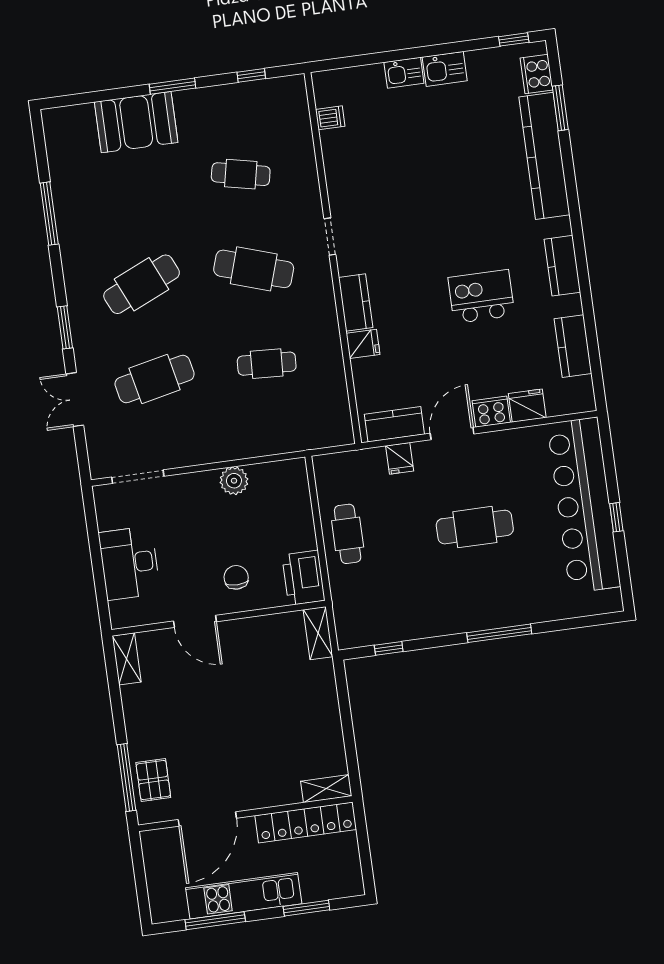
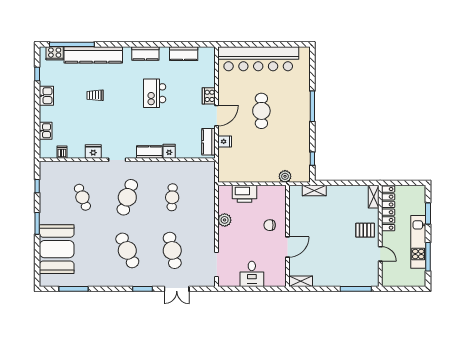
window: (514, 39) -> (37, 74), moved
kitchen sink: (404, 73) -> (46, 131), moved
window: (560, 108) -> (72, 44), width x2.11
booth: (136, 122) -> (57, 249), width x1.36, depth x1.42
trolley: (460, 172) -> (95, 95), added
cafe table: (241, 174) -> (82, 197), turned -33
window: (49, 214) -> (73, 289), moved
fridge: (527, 406) -> (93, 152), moved, turned 90
door: (452, 434) -> (217, 116), swing flipped
window: (616, 517) -> (266, 44), removed
cafe table: (348, 534) -> (257, 170), removed
desk: (129, 563) -> (252, 274), width x0.73
printer: (303, 578) -> (244, 194), moved
plant: (343, 596) -> (285, 176), added
shelving: (318, 633) -> (314, 191), moved
pallet: (153, 780) -> (365, 230), moved
door: (207, 819) -> (380, 254), width x0.53

